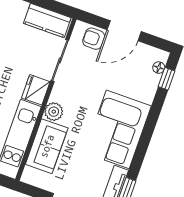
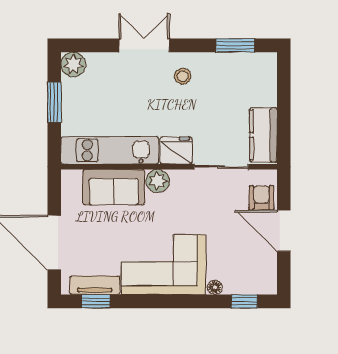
floor lamp: (159, 68) -> (215, 287), moved

